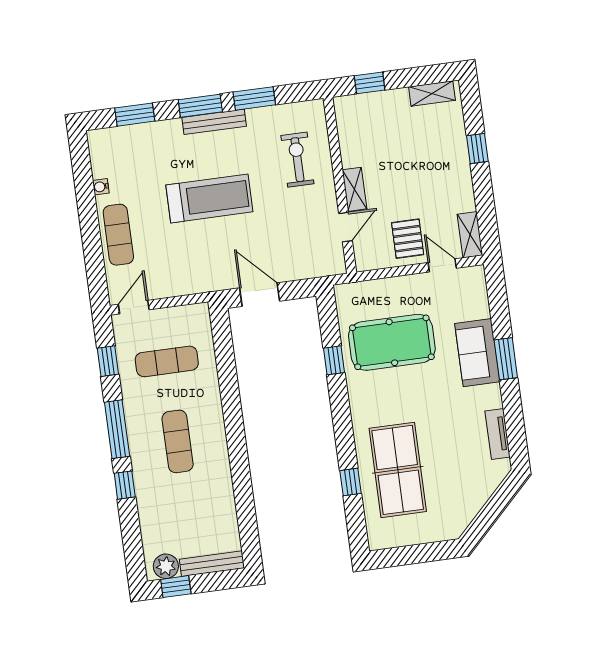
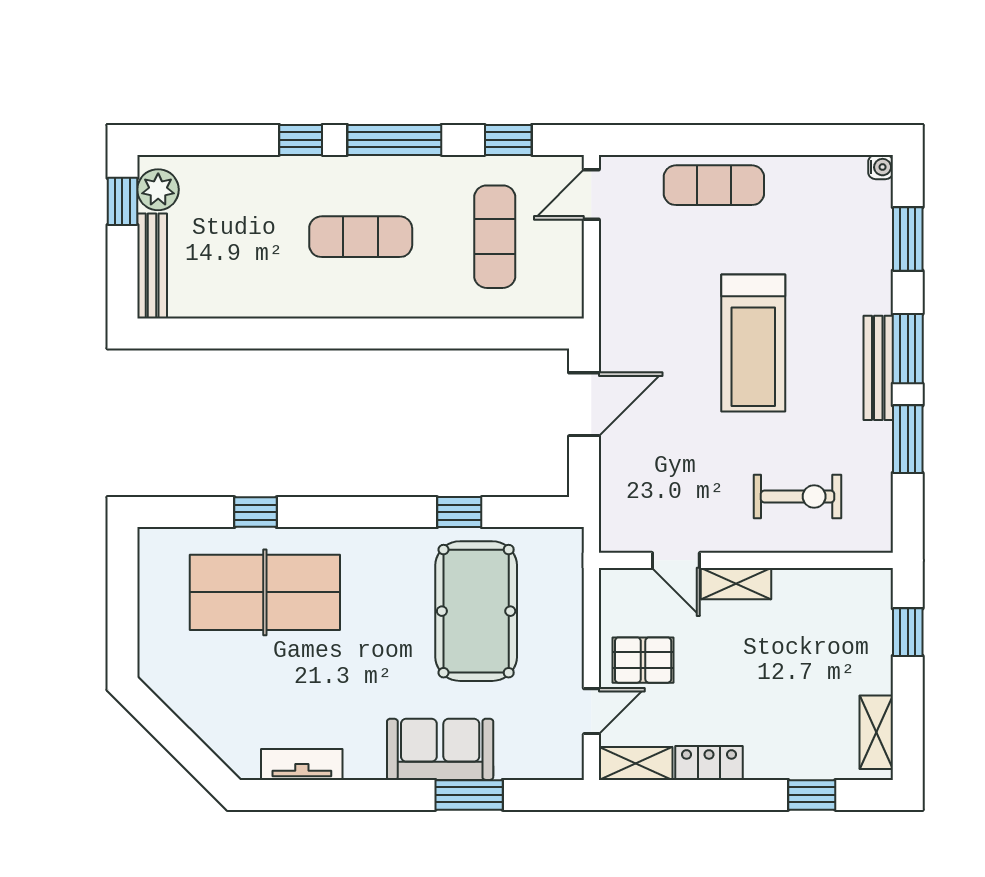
window: (477, 149) -> (812, 795), moved
water cooler: (101, 187) -> (881, 167), moved, turned 90
locker: (464, 191) -> (709, 763), added
door: (134, 307) -> (591, 195), swing flipped
window: (506, 359) -> (469, 795), moved

